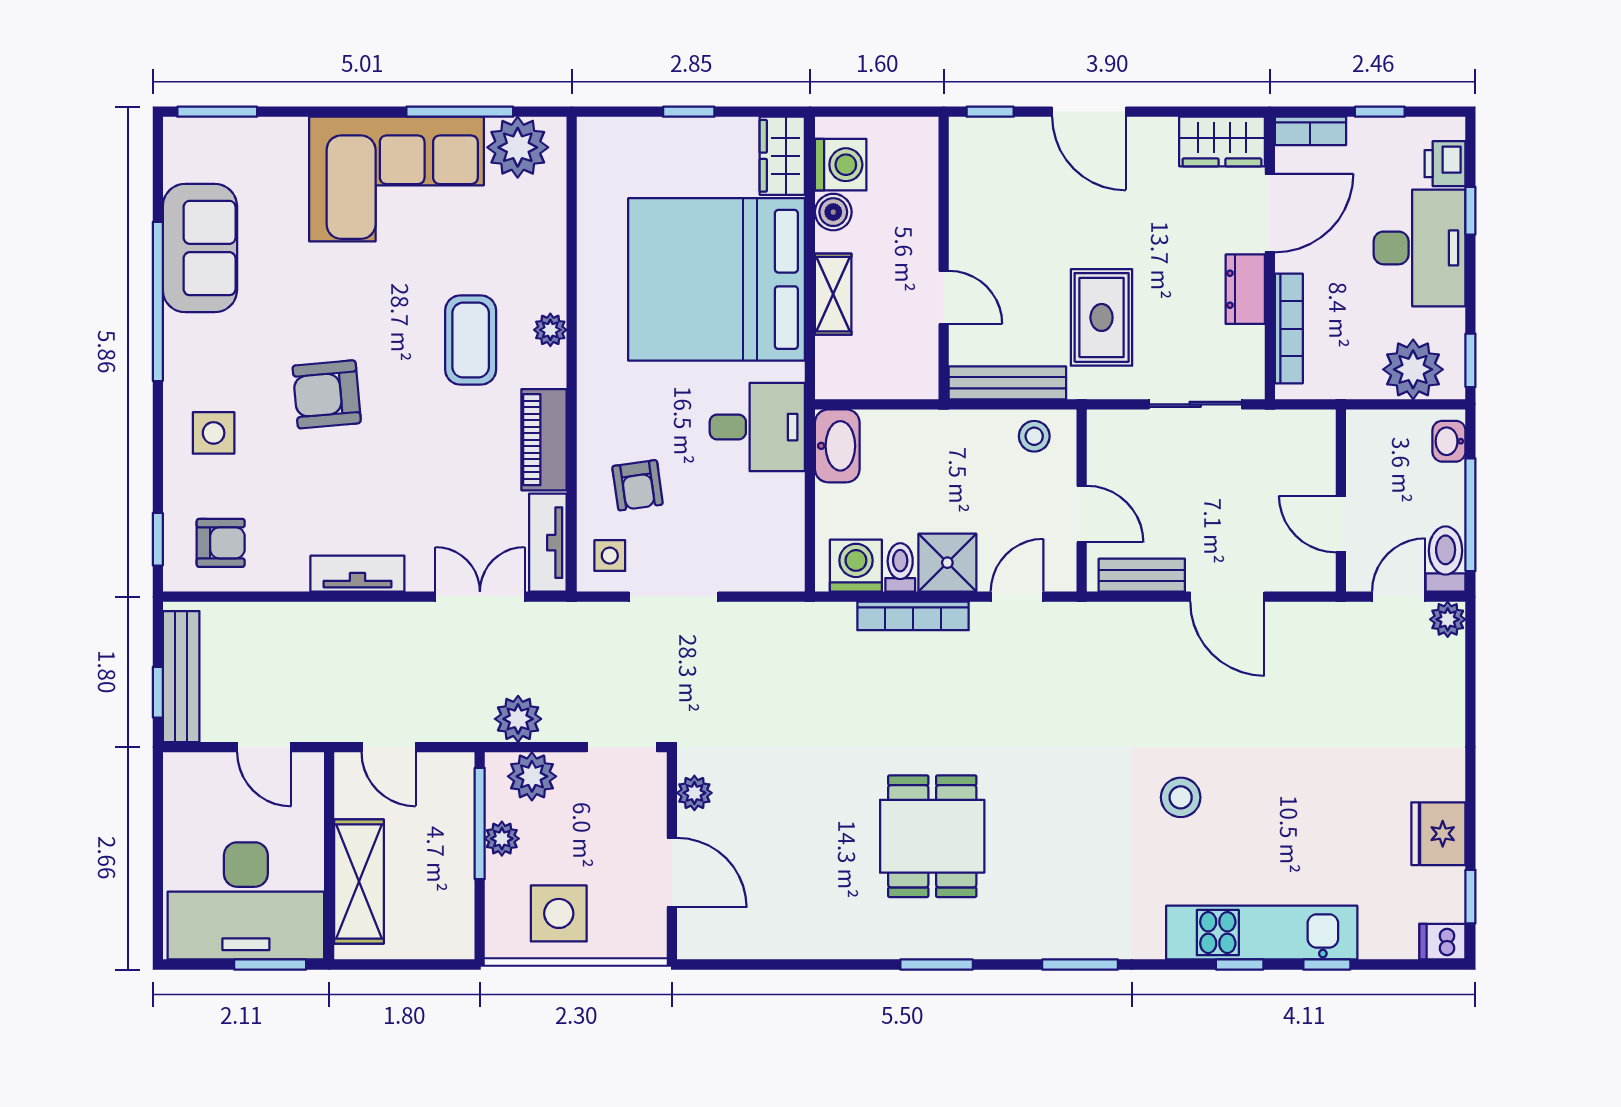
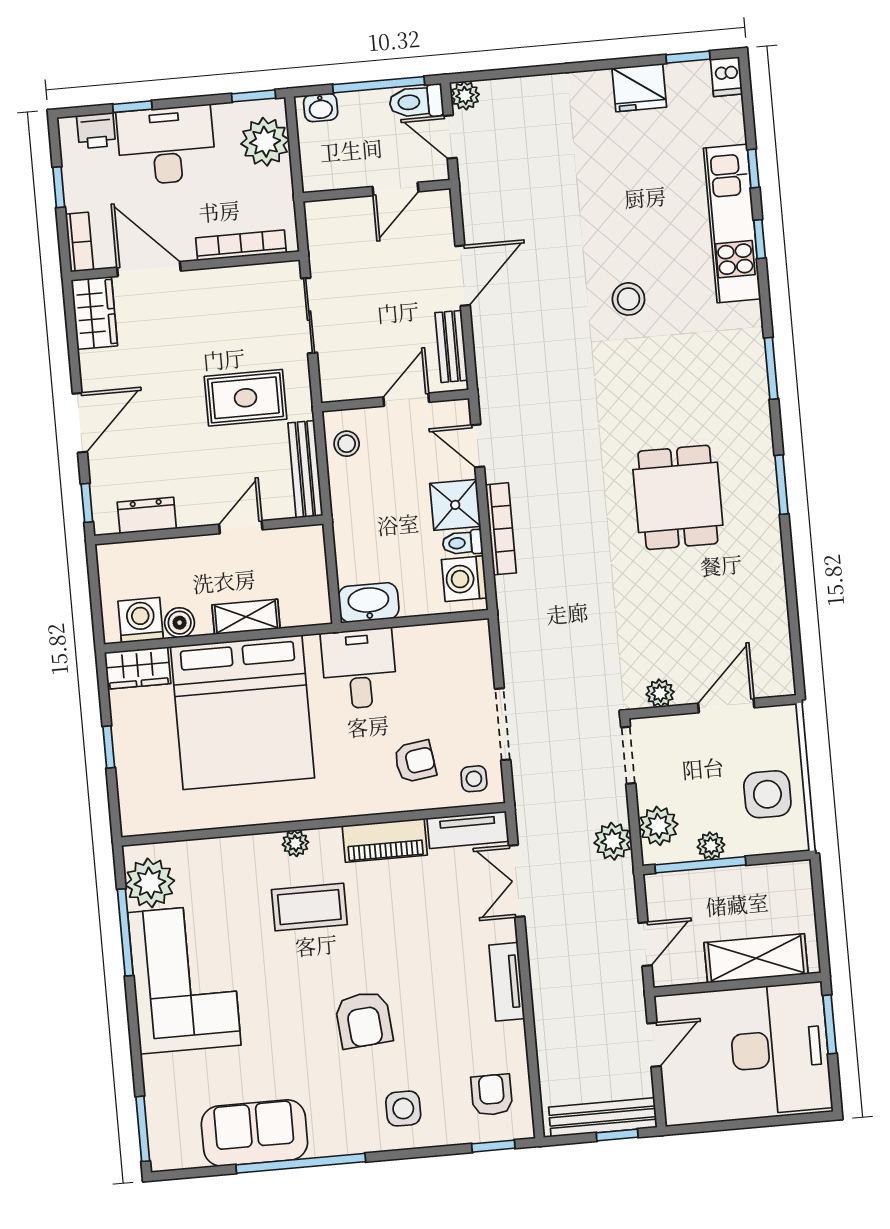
dresser: (1245, 289) -> (147, 515), moved, turned 180
dining table: (932, 836) -> (678, 497), turned 90

